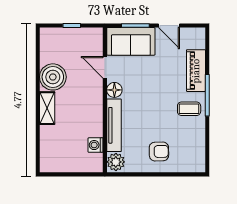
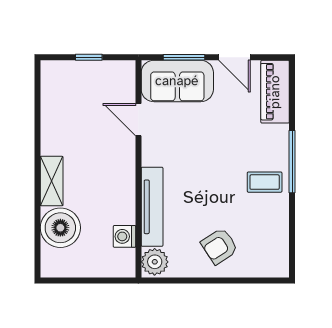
piano: (196, 71) -> (275, 92), moved
boiler: (53, 77) -> (60, 228), moved
floor lamp: (114, 90) -> (153, 154), removed
armchair: (159, 151) -> (219, 246), turned 148

